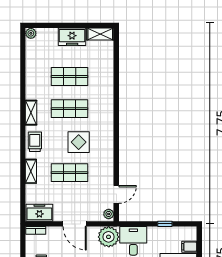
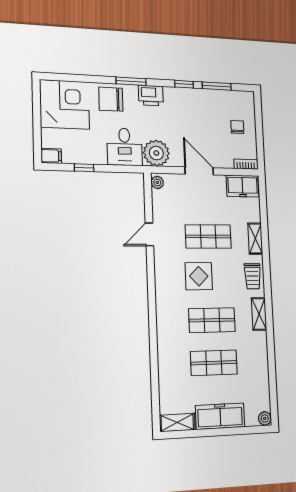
freezer: (72, 37) -> (220, 416), width x1.40
door: (116, 194) -> (149, 234), moved
filing cabinet: (189, 247) -> (51, 156), moved

